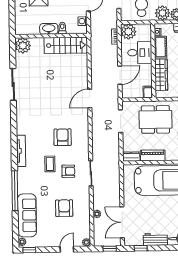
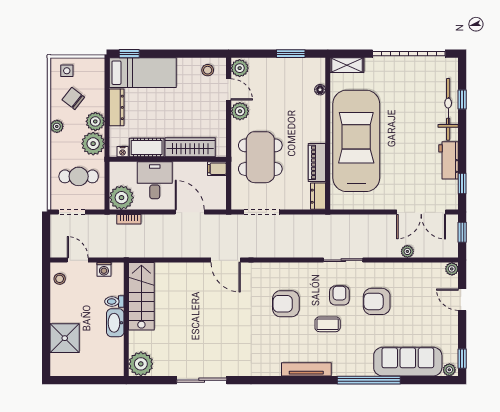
armchair: (64, 208) -> (377, 301), moved

